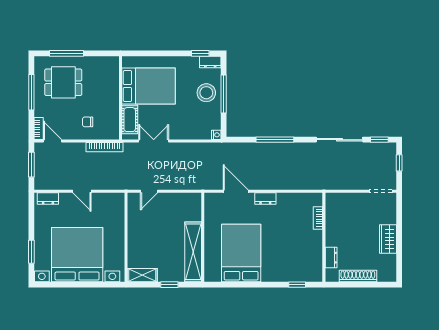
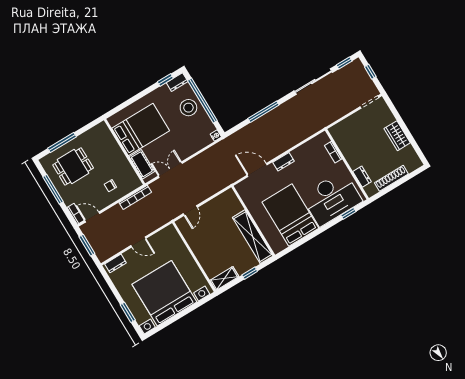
window: (224, 94) -> (202, 101), width x1.46
desk: (290, 261) -> (332, 198), added

